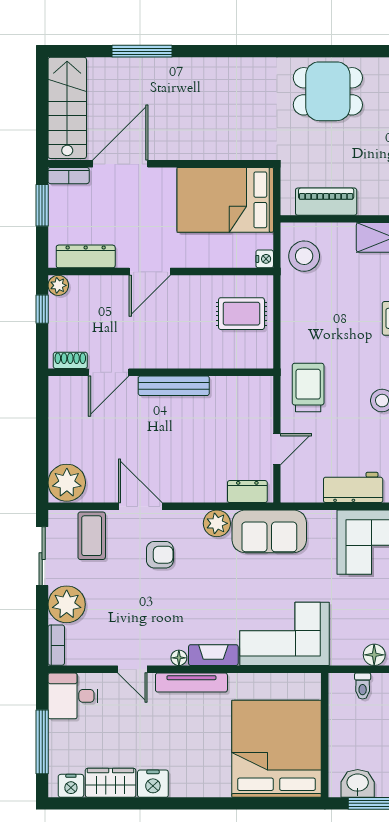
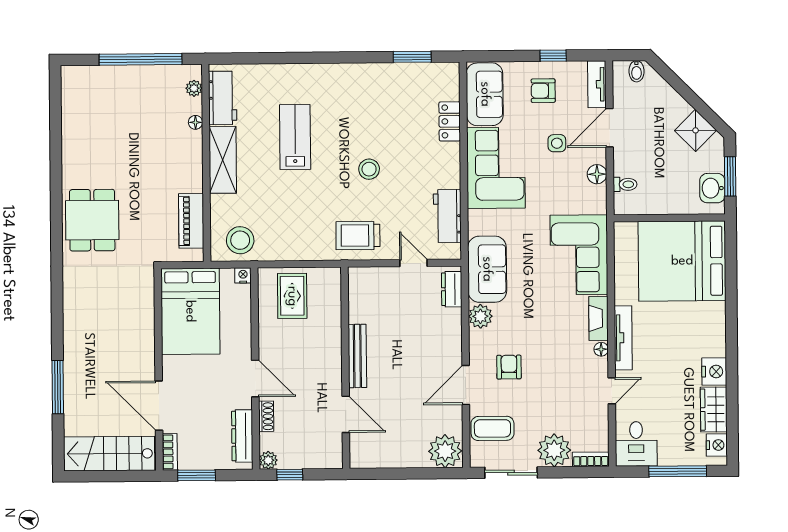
shoe rack: (70, 360) -> (266, 416), moved, turned 180
workbench: (353, 487) -> (447, 216), moved

